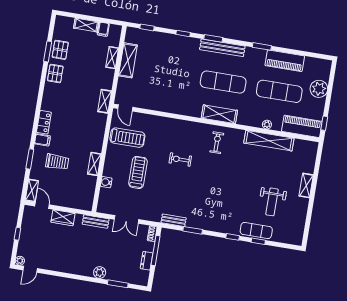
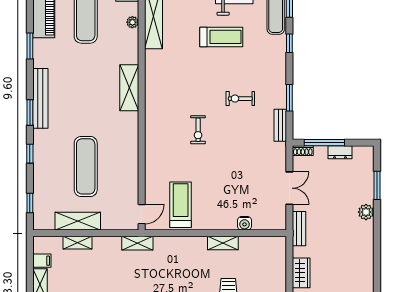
exercise mat: (223, 82) -> (86, 166), moved
exercise bike: (217, 143) -> (240, 99), moved
treadmill: (138, 172) -> (221, 37), moved, turned 180

